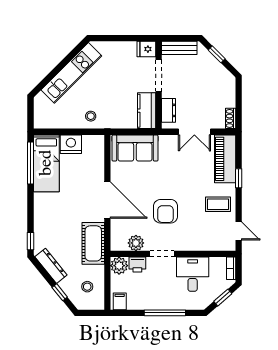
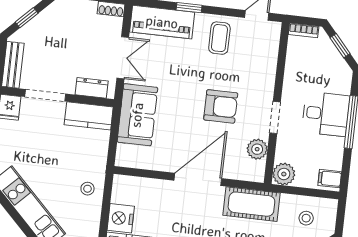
sofa: (135, 148) -> (137, 115), moved
printer: (137, 265) -> (285, 150), removed
desk: (193, 274) -> (326, 114), moved, turned 180

